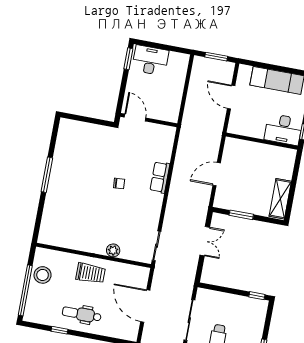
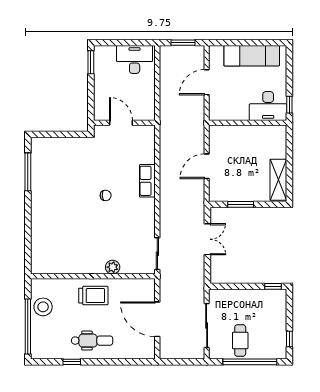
desk: (150, 60) -> (135, 59), moved
door: (231, 97) -> (207, 82), hinge flipped
door: (135, 118) -> (121, 123), moved
window: (47, 175) -> (28, 172), moved
dental chair: (82, 314) -> (92, 341), turned 180

